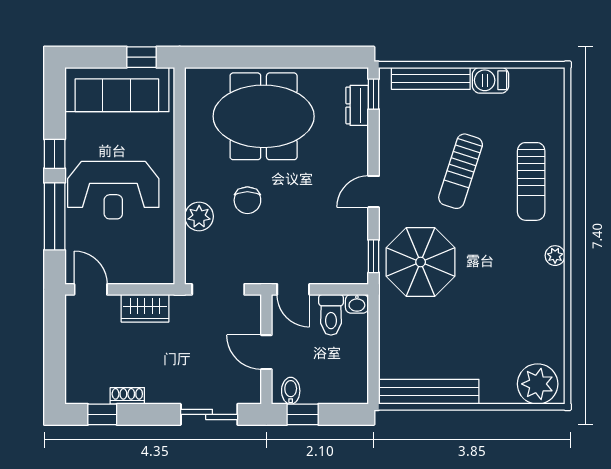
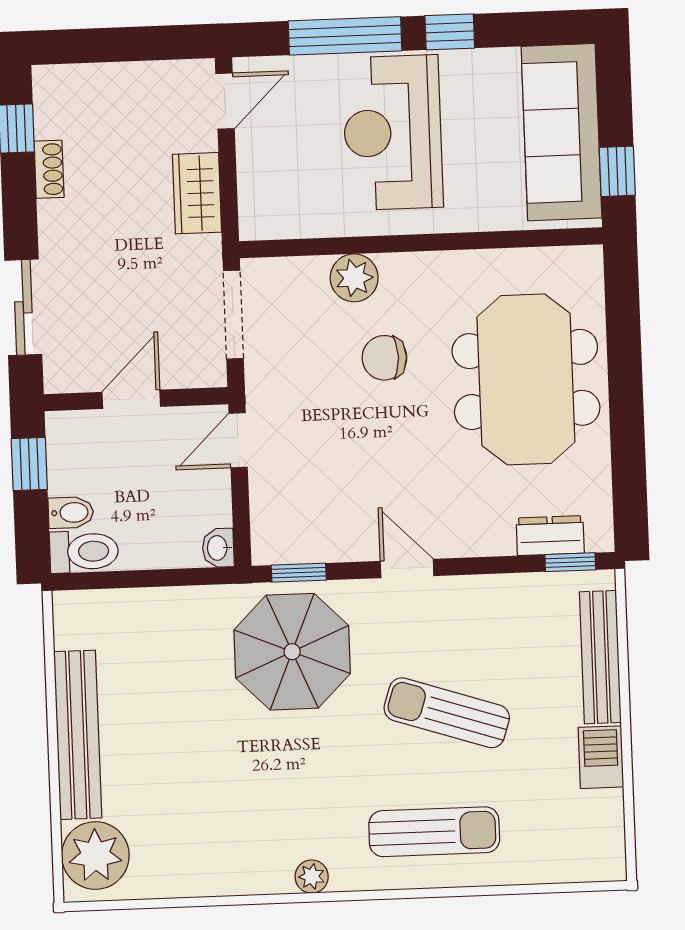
sun lounger: (531, 181) -> (434, 832), turned 180
toilet: (331, 315) -> (84, 552), moved, turned 180
bidet: (291, 391) -> (71, 513), moved
bench: (429, 392) -> (78, 735), moved

